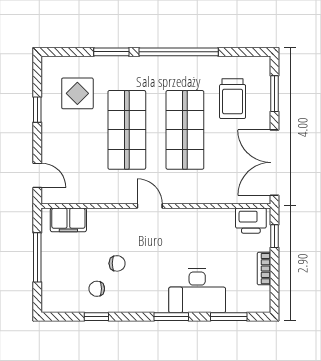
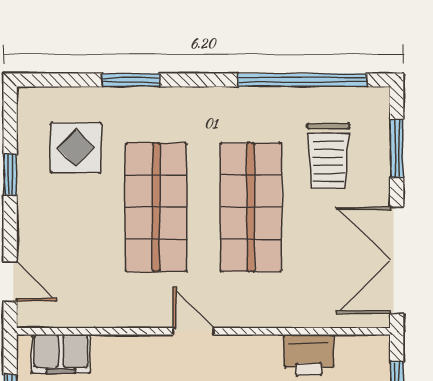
window: (179, 52) -> (302, 80), moved
printer: (251, 221) -> (309, 355), moved

